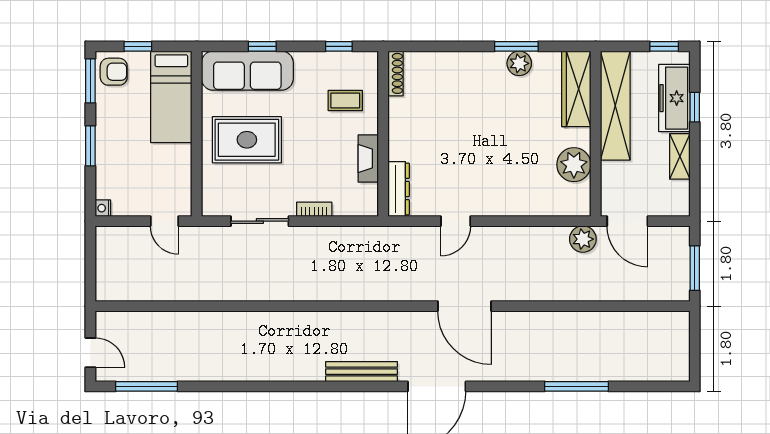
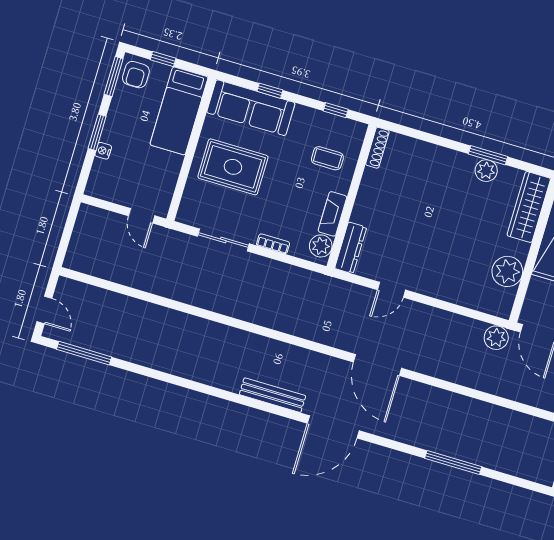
armchair: (114, 72) -> (136, 75), turned 90
plant: (366, 197) -> (321, 246), added
nightstand: (103, 208) -> (103, 151), moved

